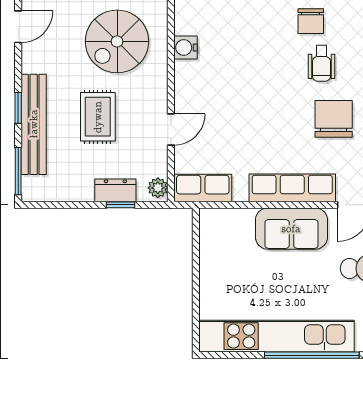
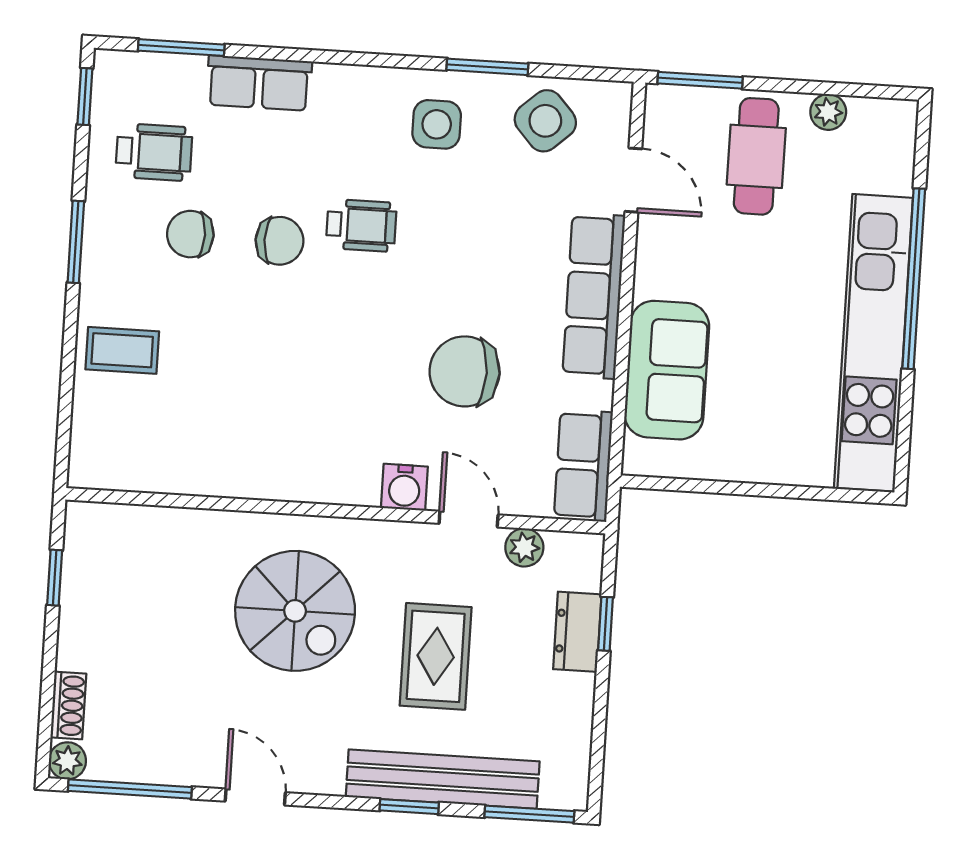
water cooler: (186, 48) -> (404, 487), moved
rug: (98, 117) -> (436, 656), turned 90
chair: (334, 119) -> (465, 371), moved
plant: (158, 188) -> (524, 547), moved
sofa: (291, 229) -> (667, 370), moved

